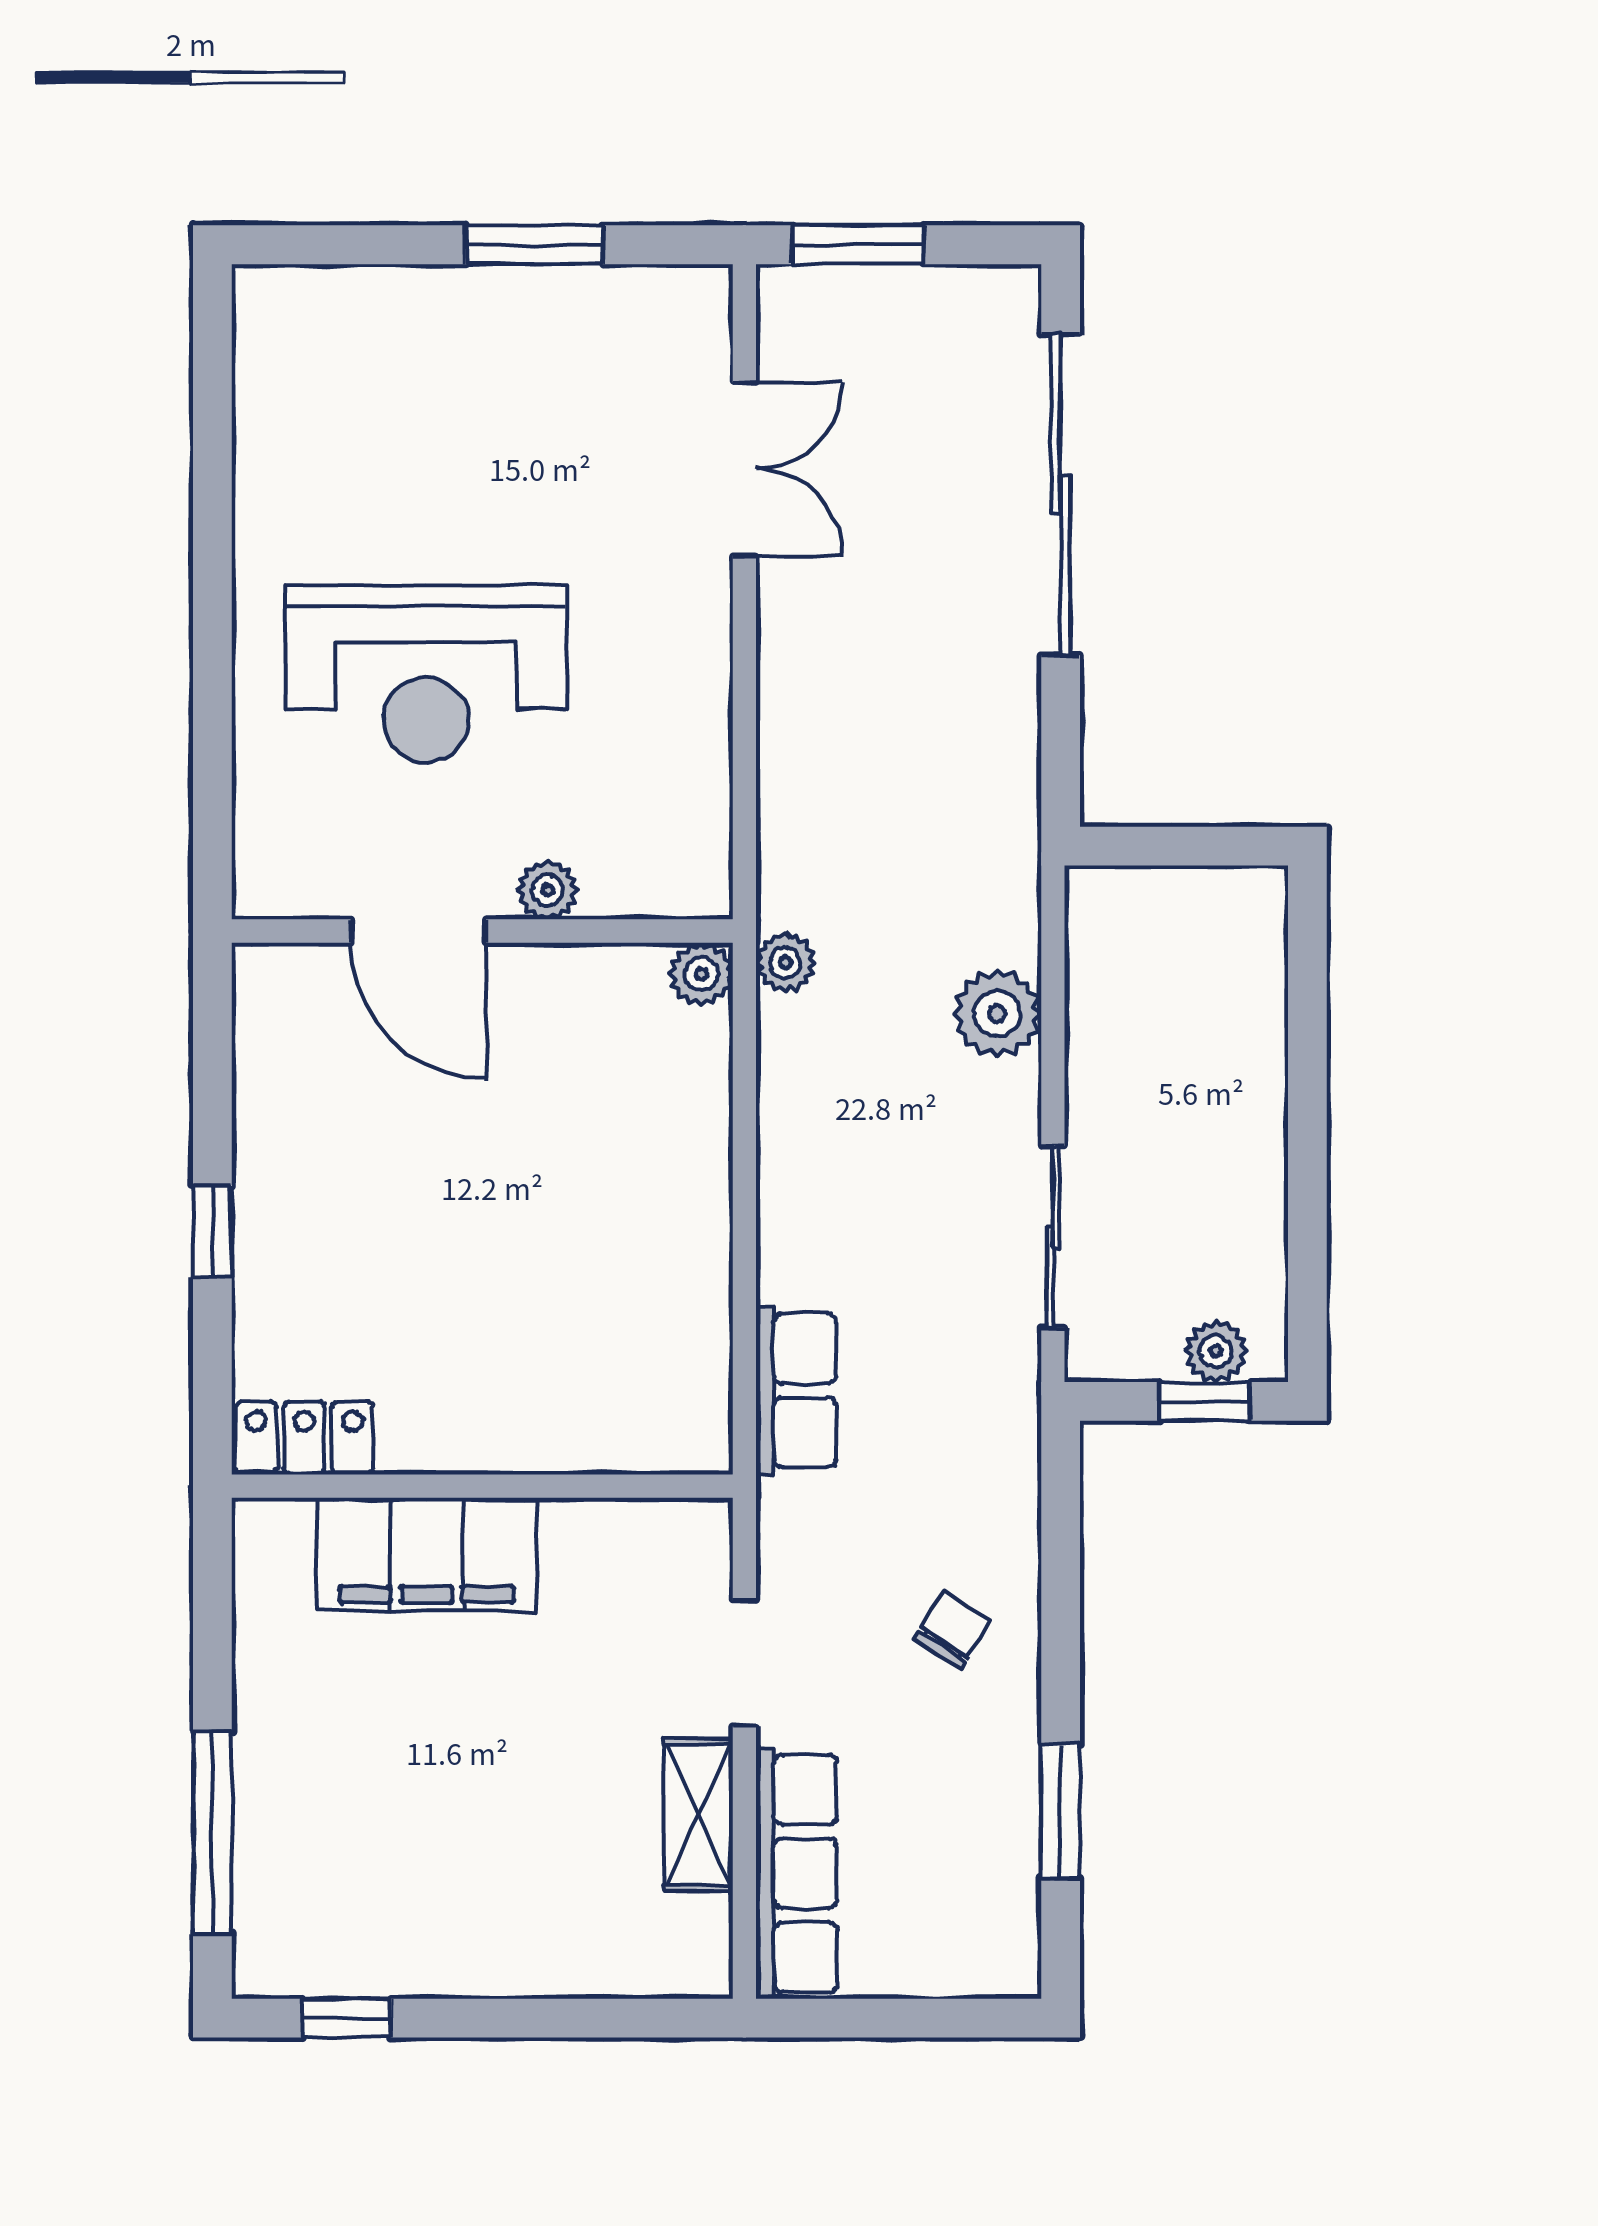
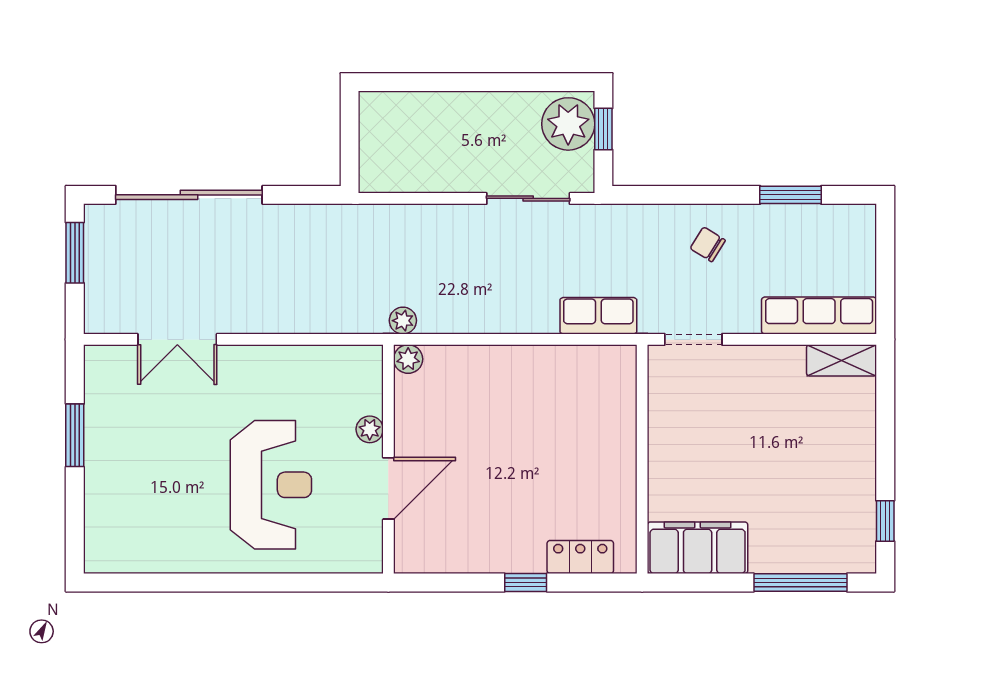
window: (858, 245) -> (75, 253), moved
double door: (744, 469) -> (177, 339), swing flipped
plant: (997, 1014) -> (426, 224), removed
plant: (1216, 1351) -> (568, 124), width x1.88, depth x1.88
locker: (304, 1438) -> (580, 557), moved, turned 90
filing cabinet: (427, 1555) -> (698, 548), moved, turned -90
doorway: (744, 1663) -> (693, 339), moved
shelving: (698, 1815) -> (842, 360), moved

